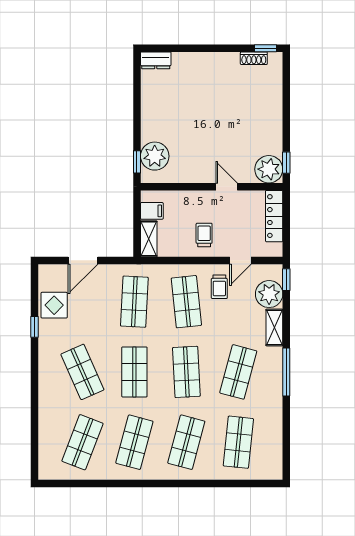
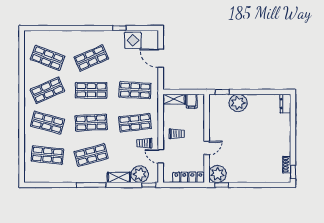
plant: (155, 156) -> (238, 103), moved
shop shelf: (238, 372) -> (91, 155), turned -30
shop shelf: (134, 442) -> (47, 90), turned -39

